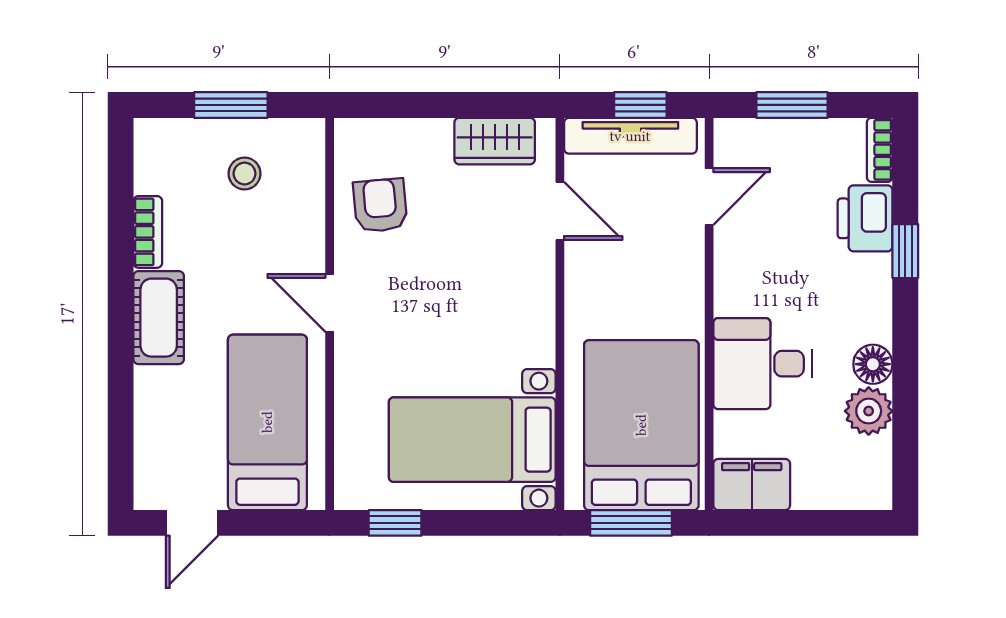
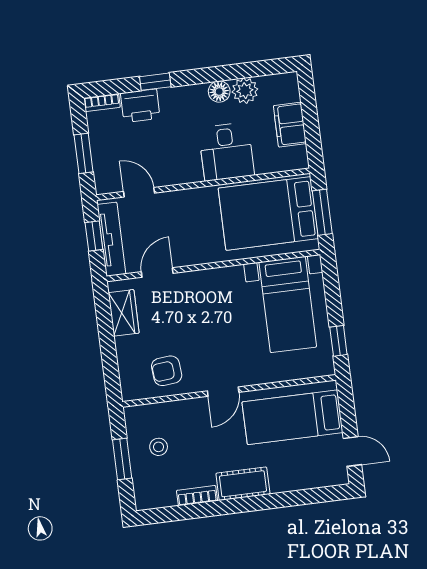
filing cabinet: (752, 485) -> (290, 125), moved

